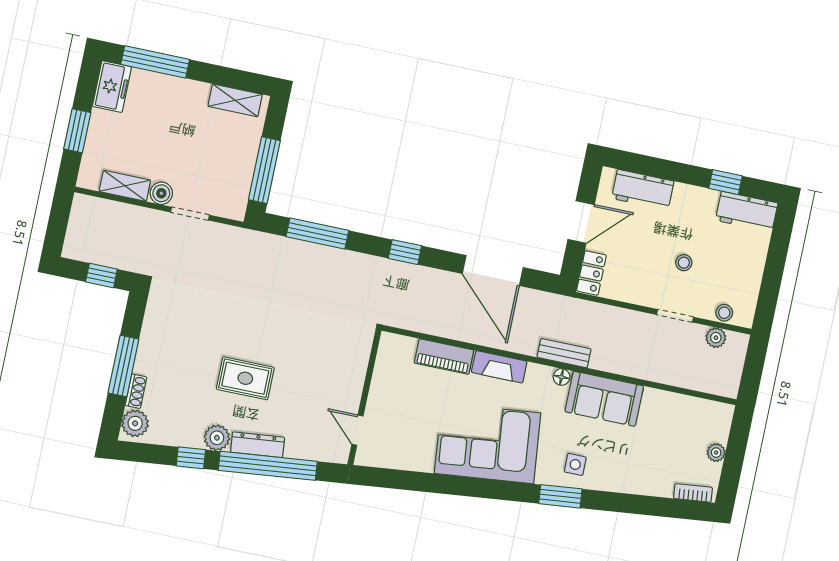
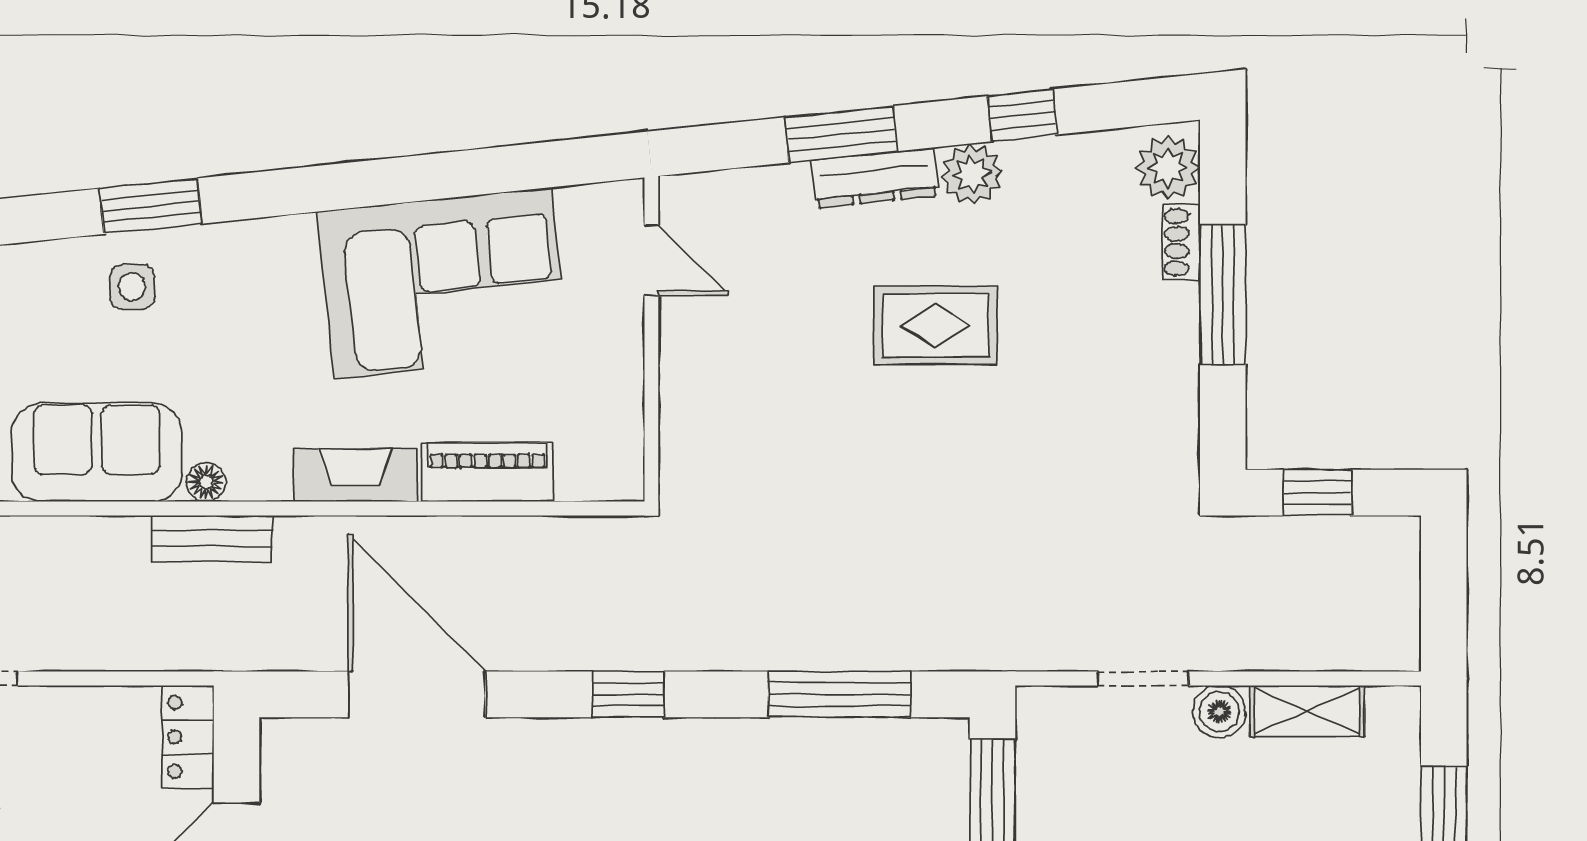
corner sofa: (488, 443) -> (443, 283), moved
window: (268, 466) -> (841, 134), width x0.47

